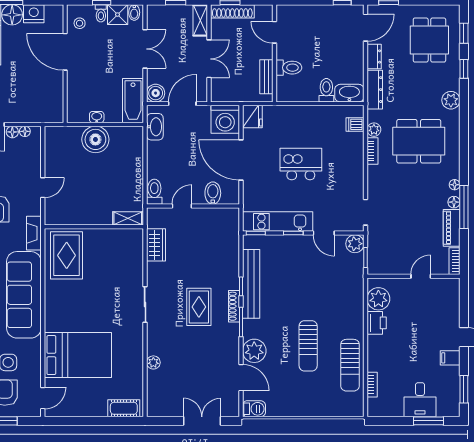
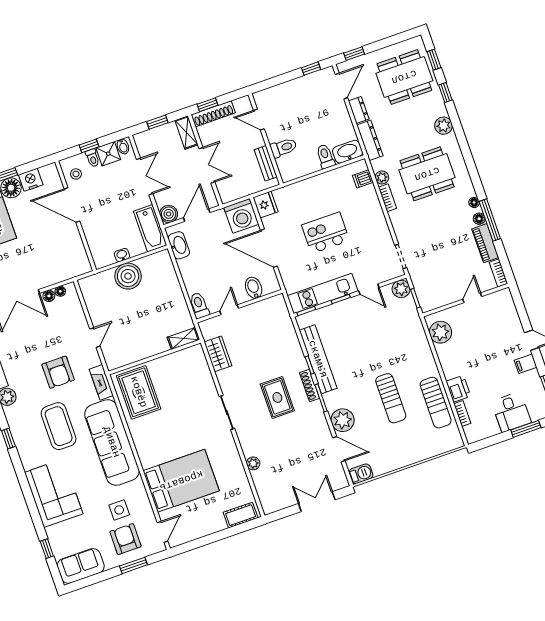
dining table: (429, 40) -> (404, 77), width x1.38
printer: (377, 323) -> (458, 389), moved

